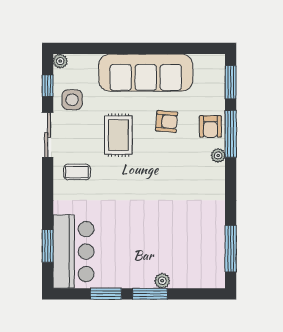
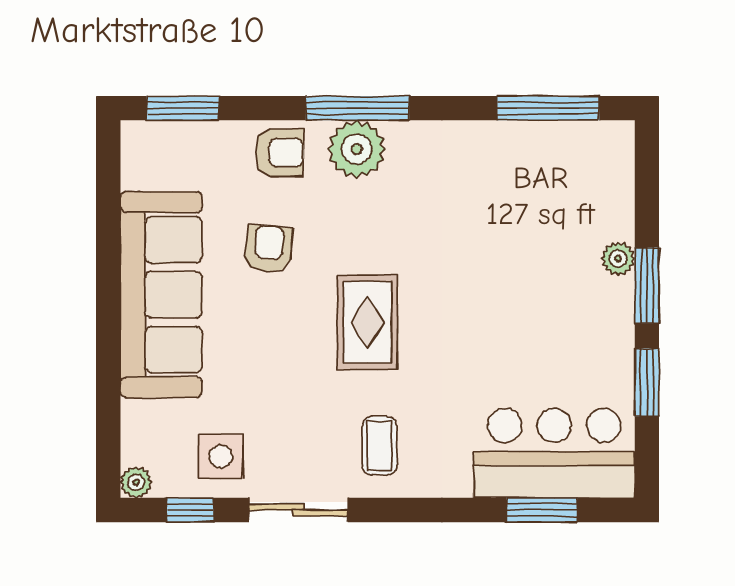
window: (231, 134) -> (357, 108), moved
rug: (118, 135) -> (367, 322), moved, turned 90
plant: (218, 155) -> (357, 149), width x1.87, depth x1.87

